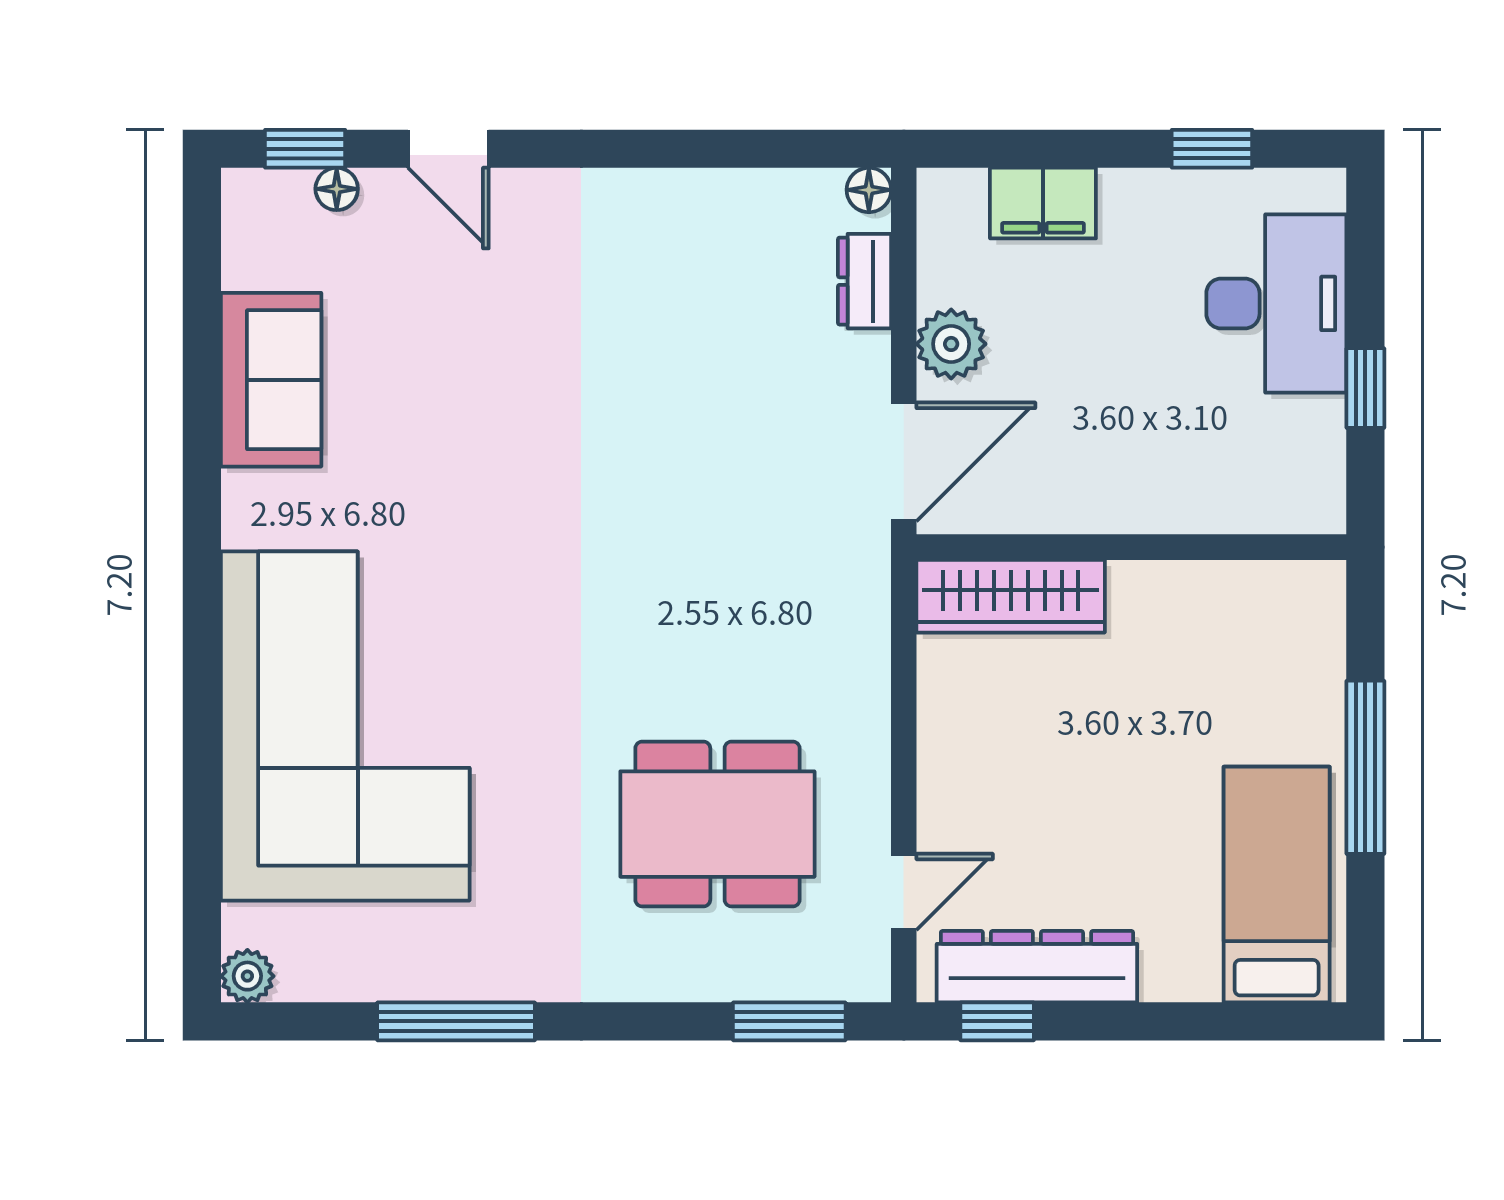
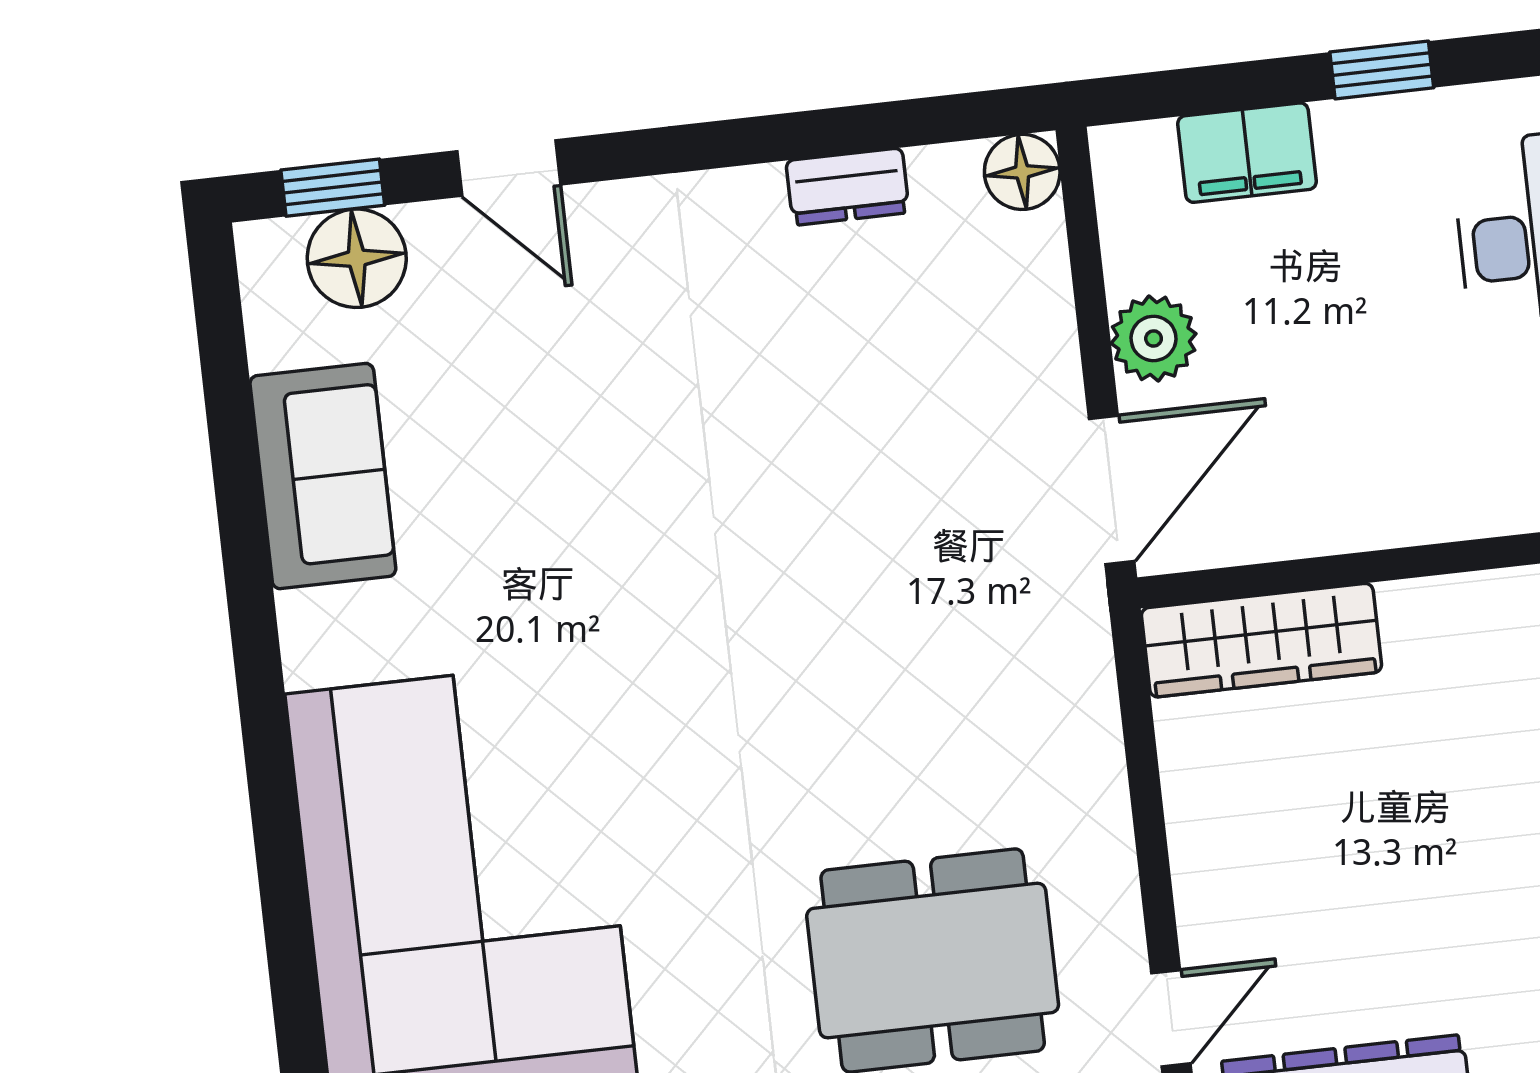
window: (1212, 149) -> (1382, 70), moved
floor lamp: (337, 189) -> (357, 258), width x1.89, depth x1.89
floor lamp: (869, 190) -> (1022, 172), width x1.37, depth x1.37
dresser: (865, 281) -> (848, 187), moved, turned -90

